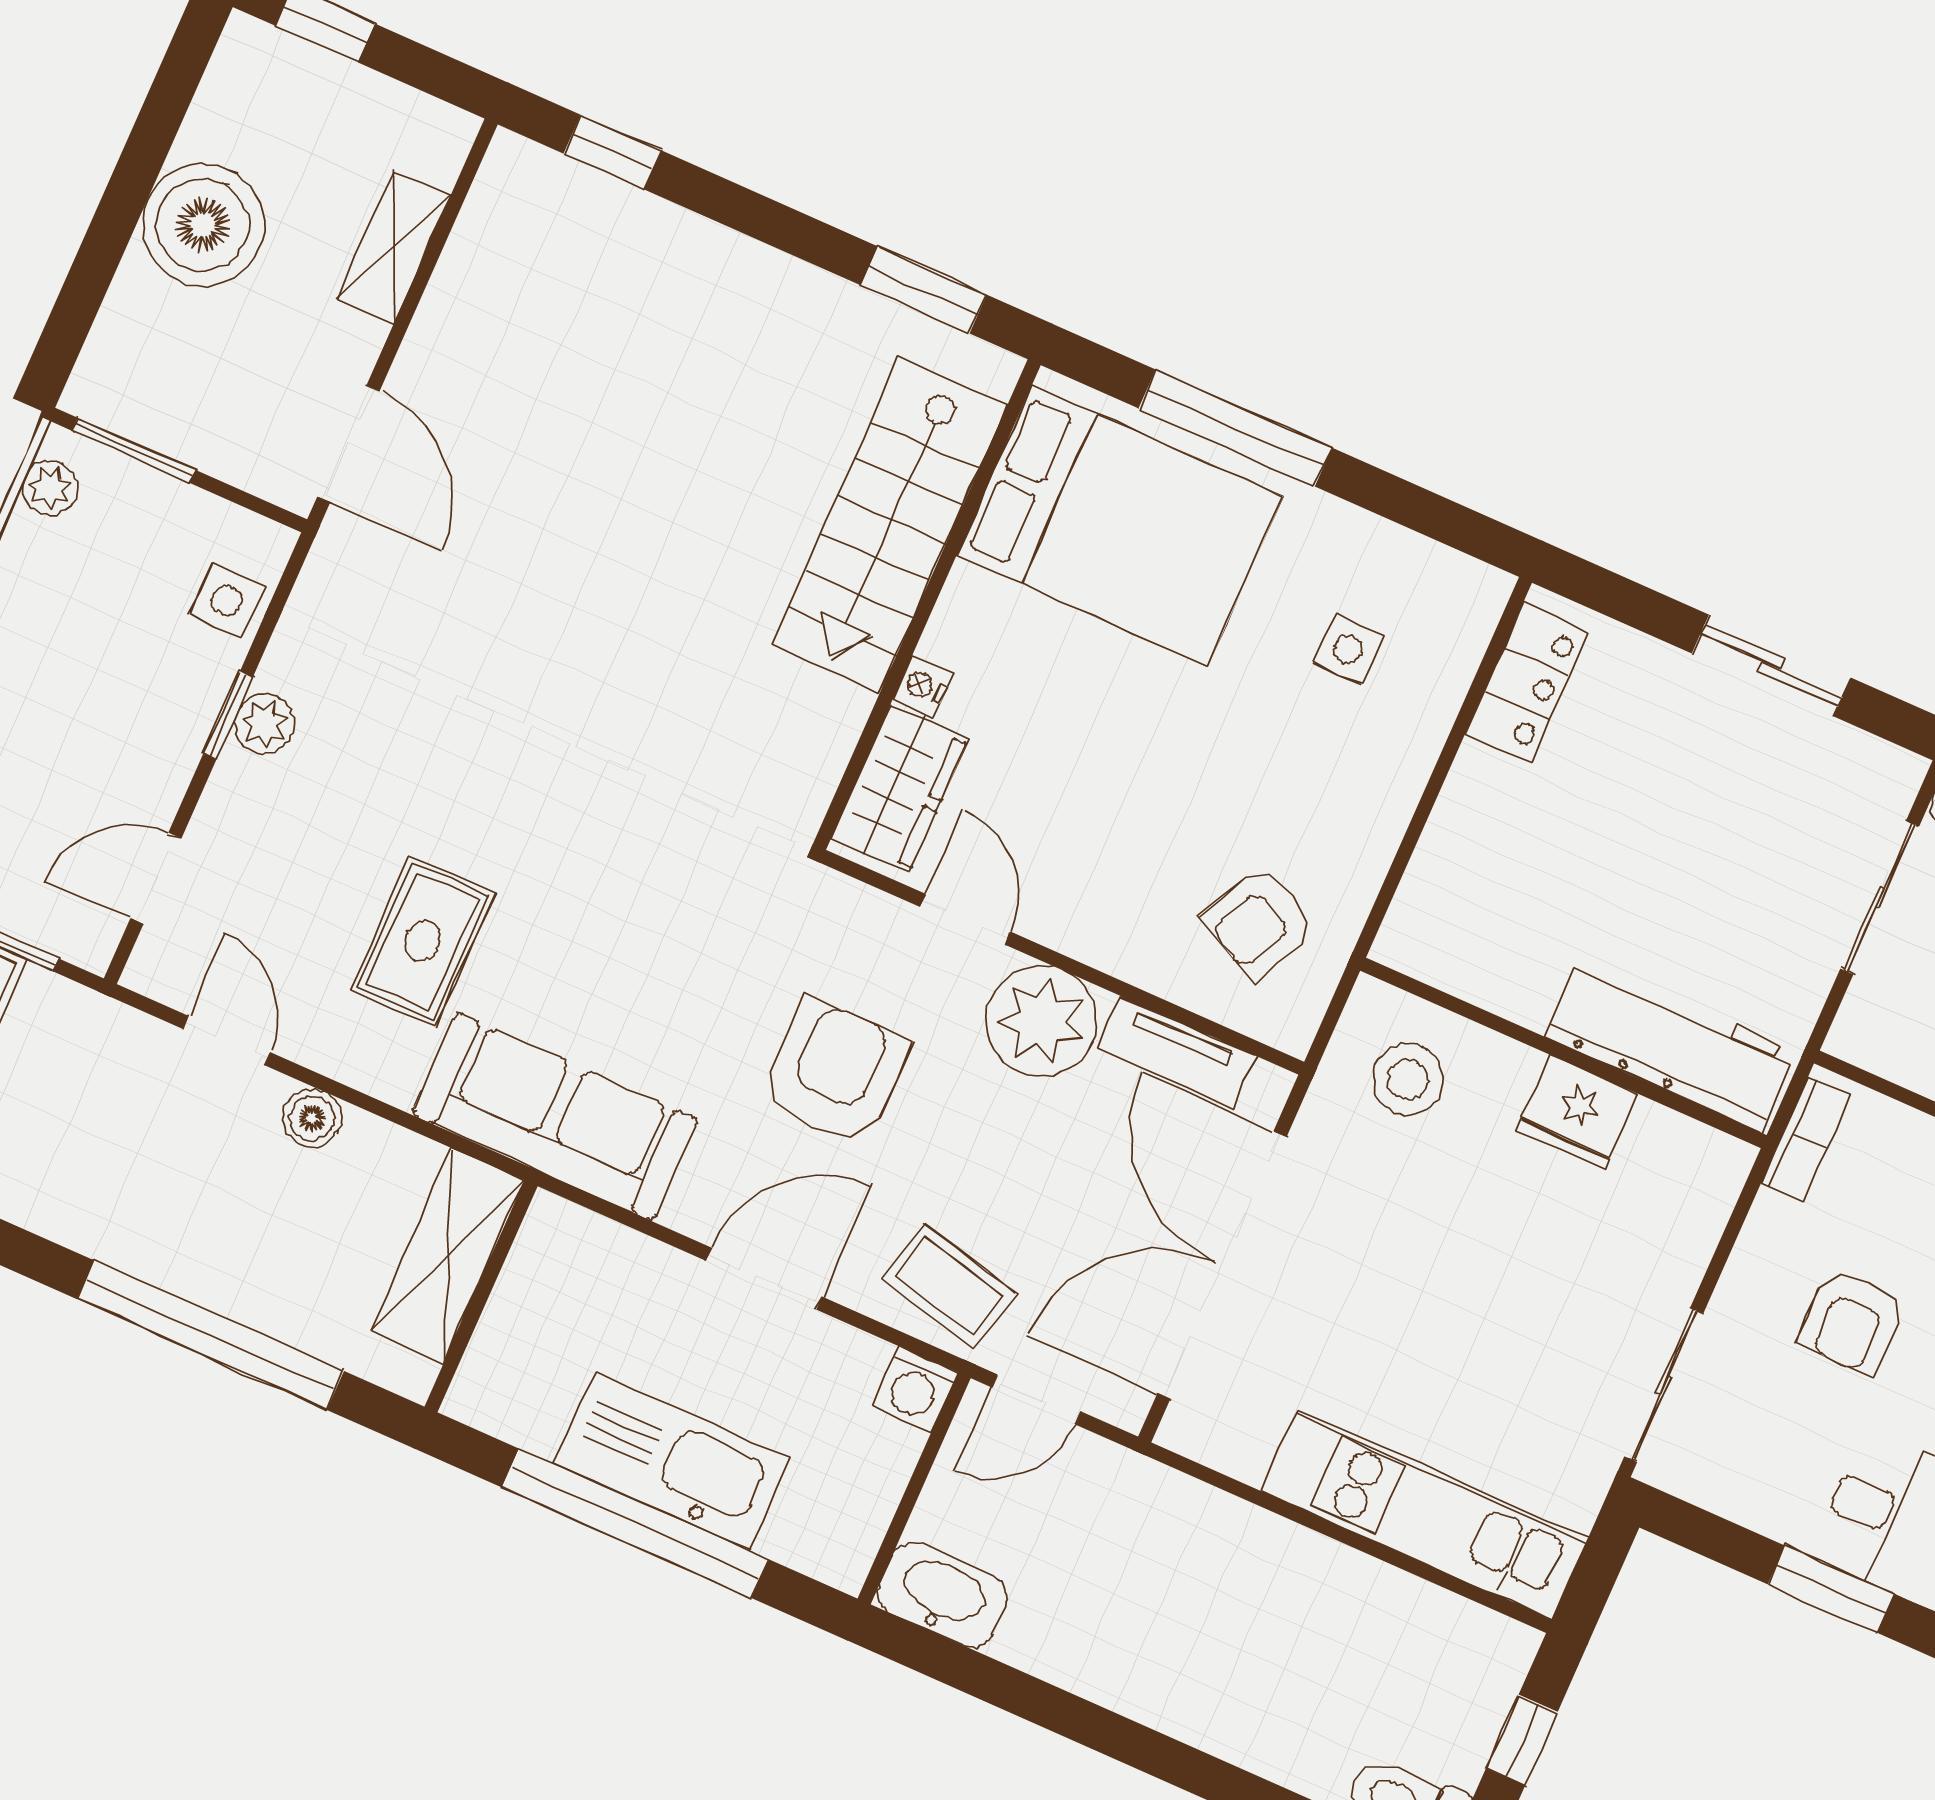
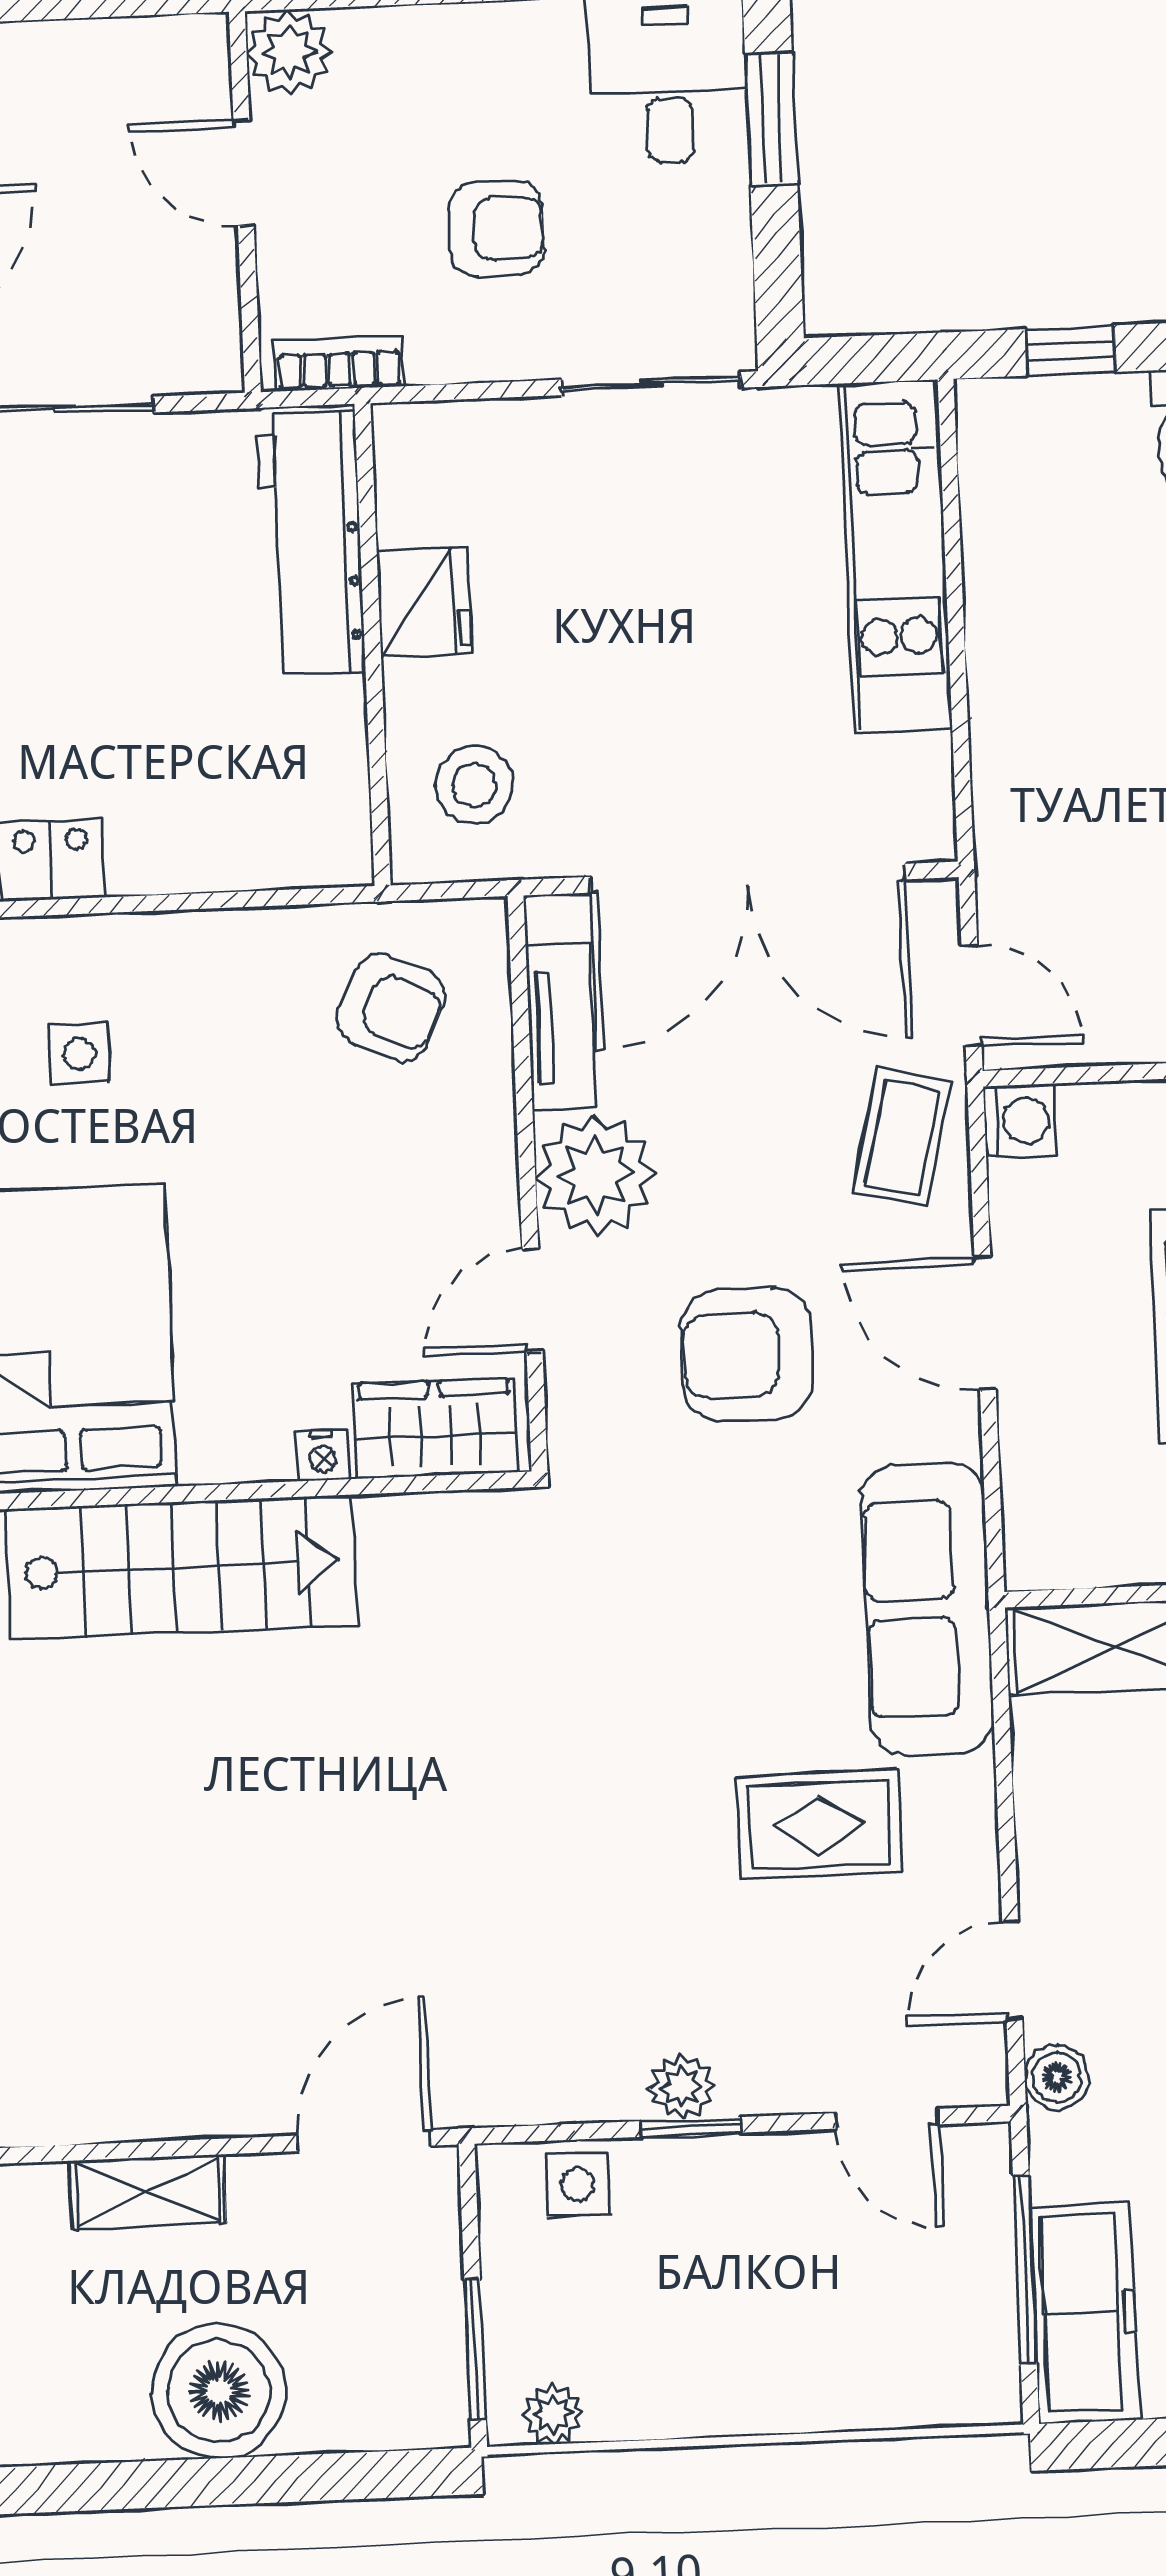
boiler: (312, 1118) -> (1057, 2077), moved

